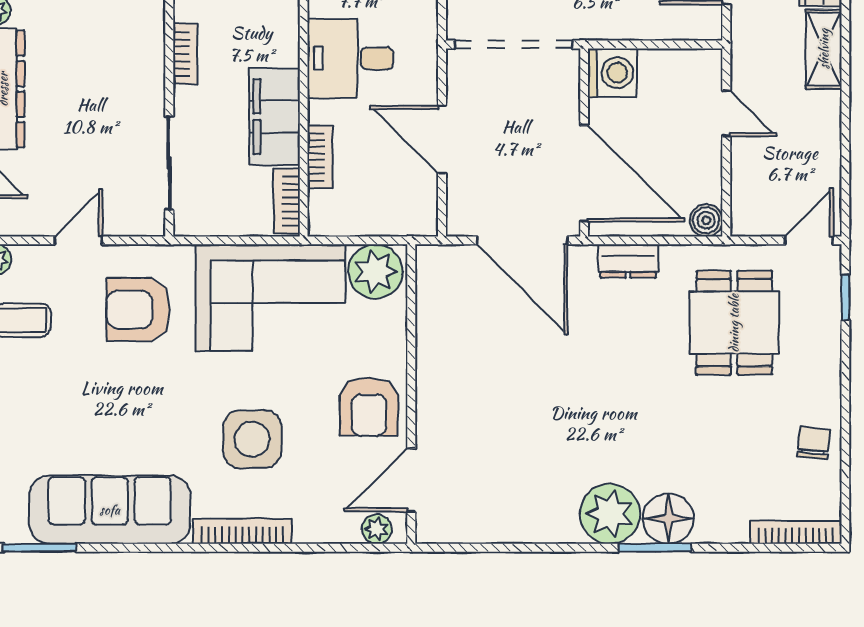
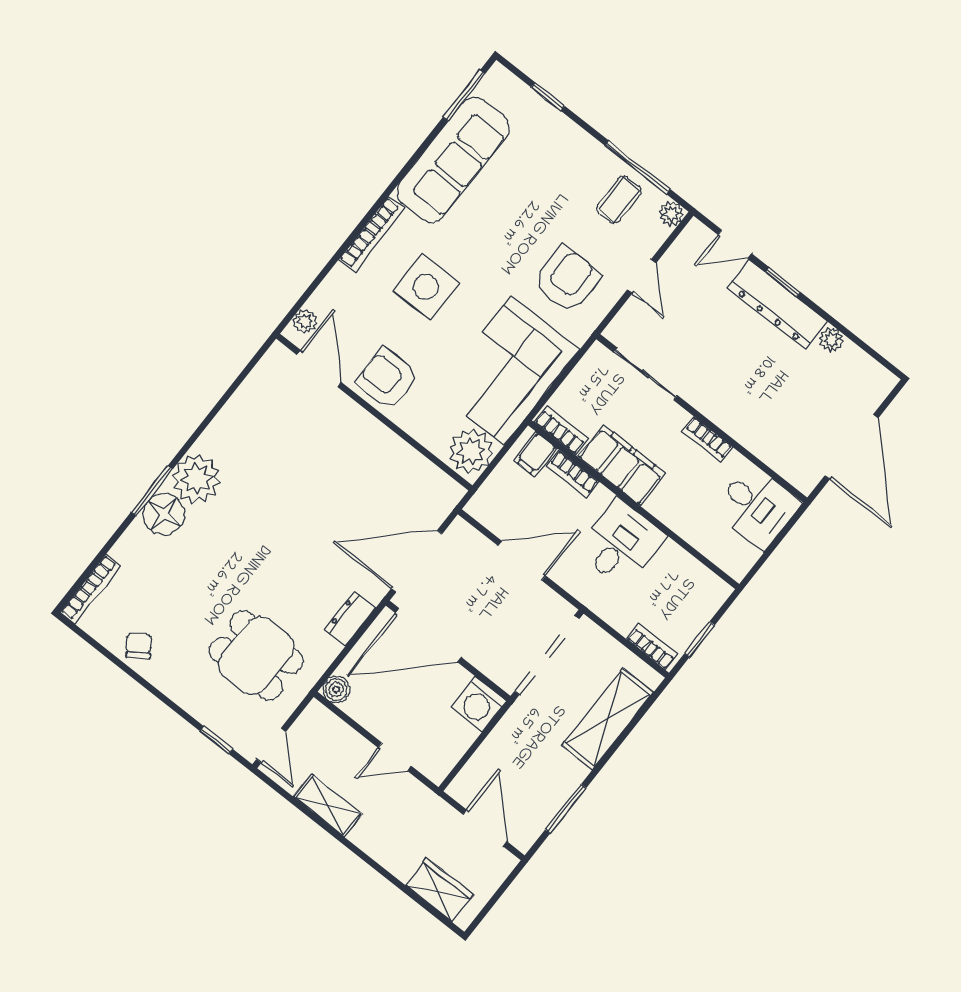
shelving: (824, 49) -> (328, 805), moved
filing cabinet: (330, 208) -> (535, 454), added
chair: (814, 443) -> (139, 646), turned -131

